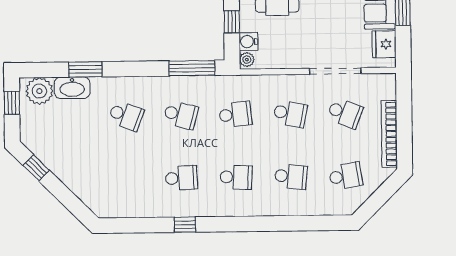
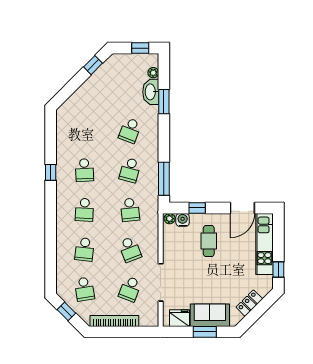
plant: (39, 91) -> (153, 73), width x0.53, depth x0.53
school desk: (290, 114) -> (130, 249), turned -33
window: (377, 200) -> (66, 311), added

